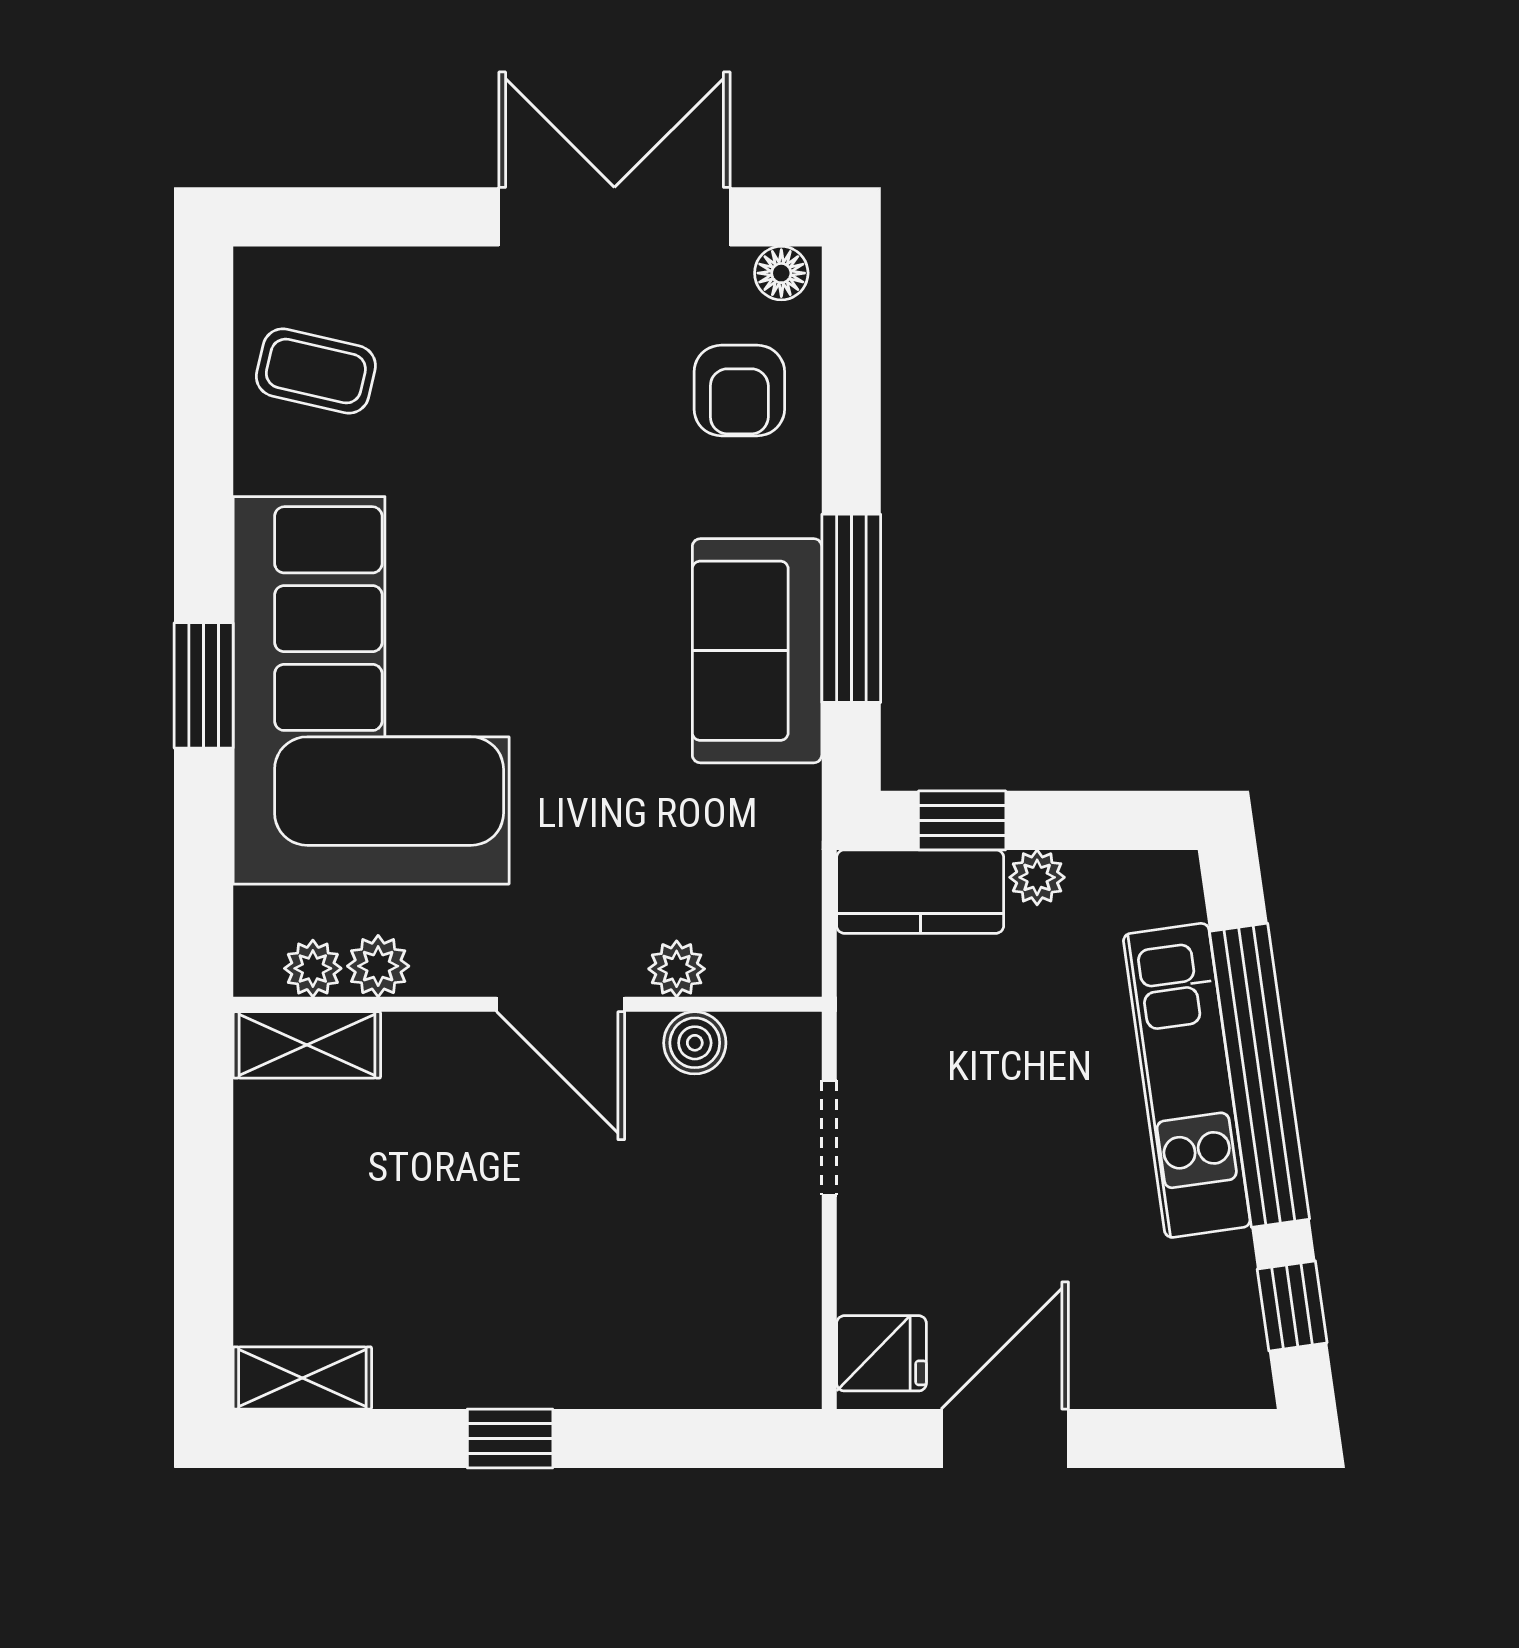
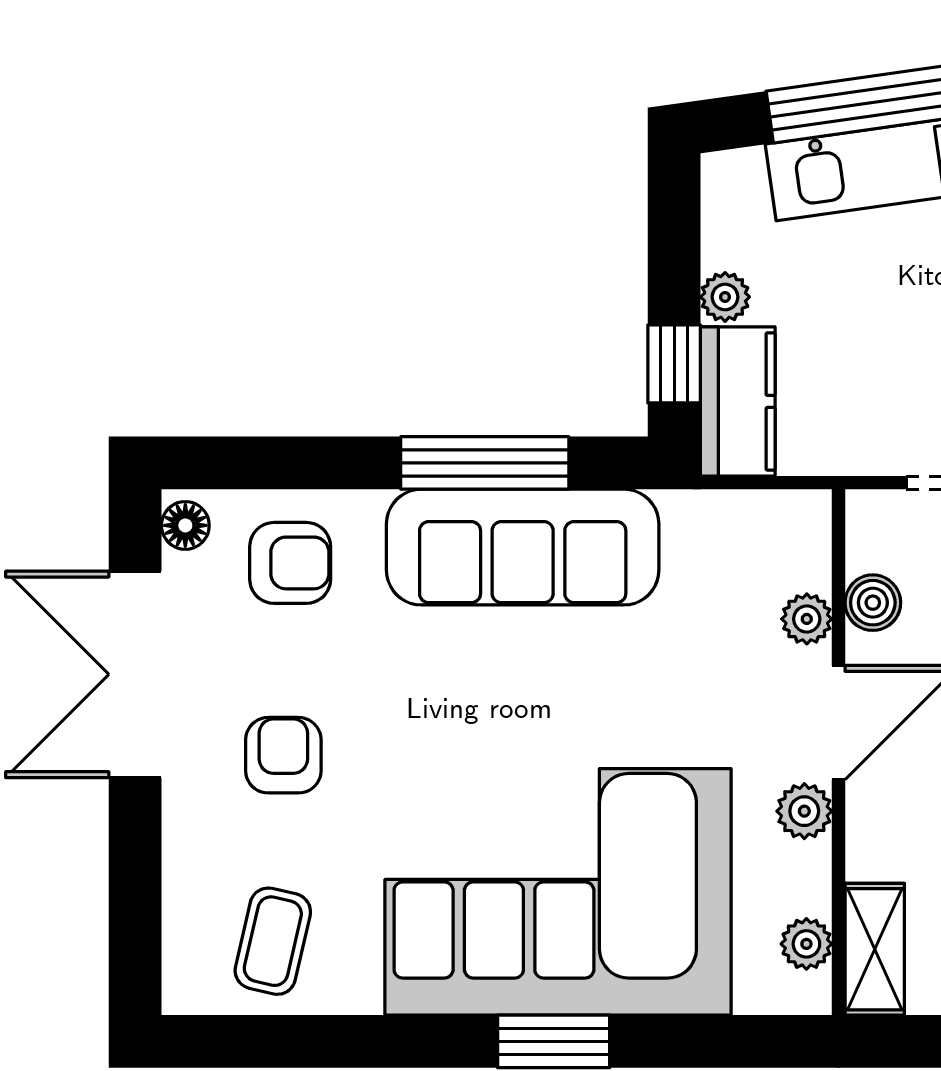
armchair: (524, 383) -> (283, 755), added
sofa: (757, 651) -> (523, 547), width x1.36
plant: (378, 966) -> (804, 811), moved

